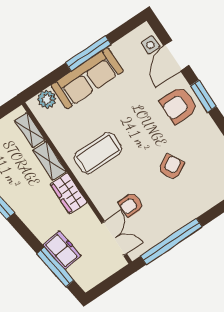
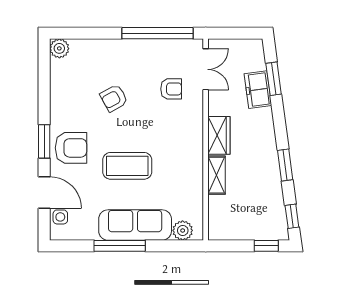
door: (176, 56) -> (44, 193), hinge flipped
shelving: (30, 130) -> (216, 213), removed
coffee table: (98, 153) -> (127, 166), moved
double door: (114, 238) -> (206, 69), swing flipped
window: (55, 267) -> (274, 79), width x0.69

